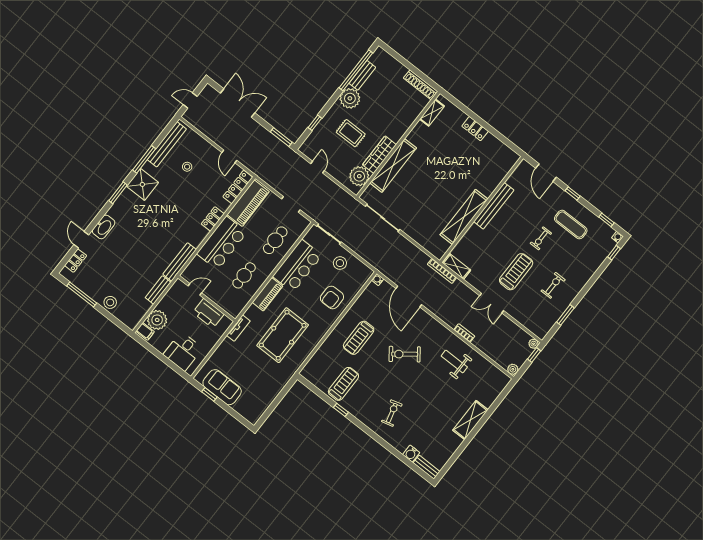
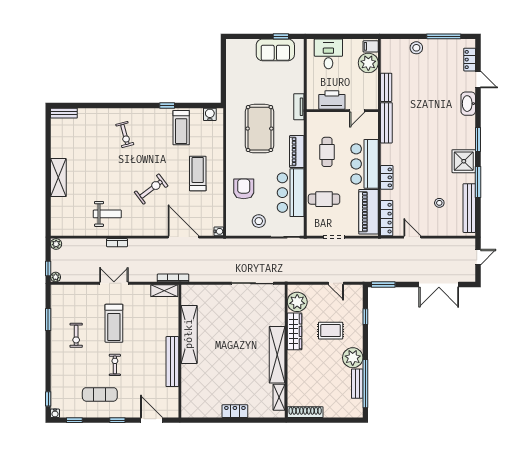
shelving: (393, 165) -> (277, 355), moved
cafe table: (275, 240) -> (324, 199), turned 90
water cooler: (411, 454) -> (210, 114), moved

